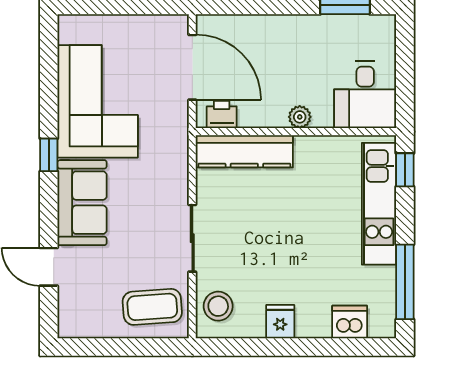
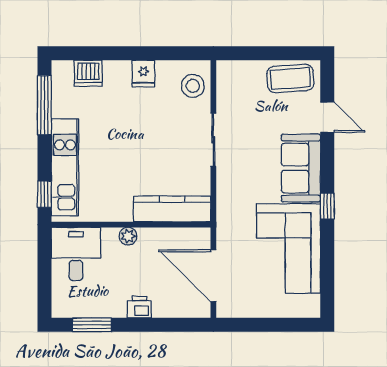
printer: (222, 115) -> (139, 307), moved, turned 180
coffee table: (152, 307) -> (290, 78), moved

